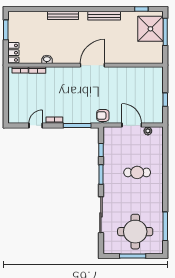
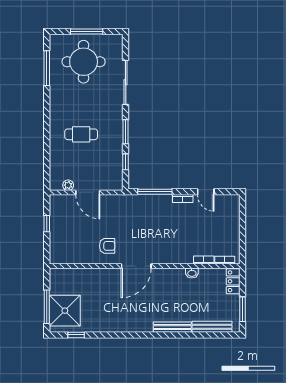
bench: (104, 16) -> (212, 327), moved
armchair: (103, 115) -> (107, 246), moved
door: (36, 126) -> (206, 192), hinge flipped

